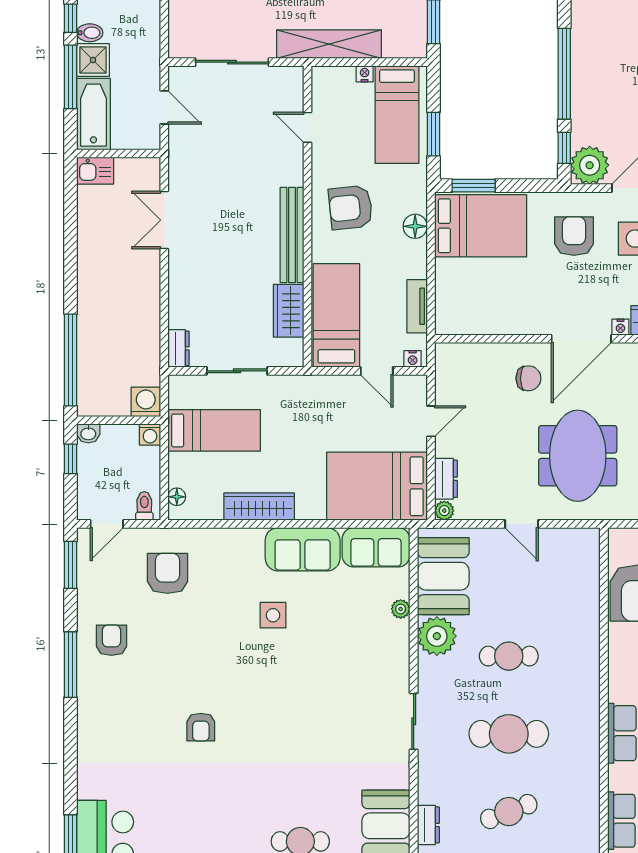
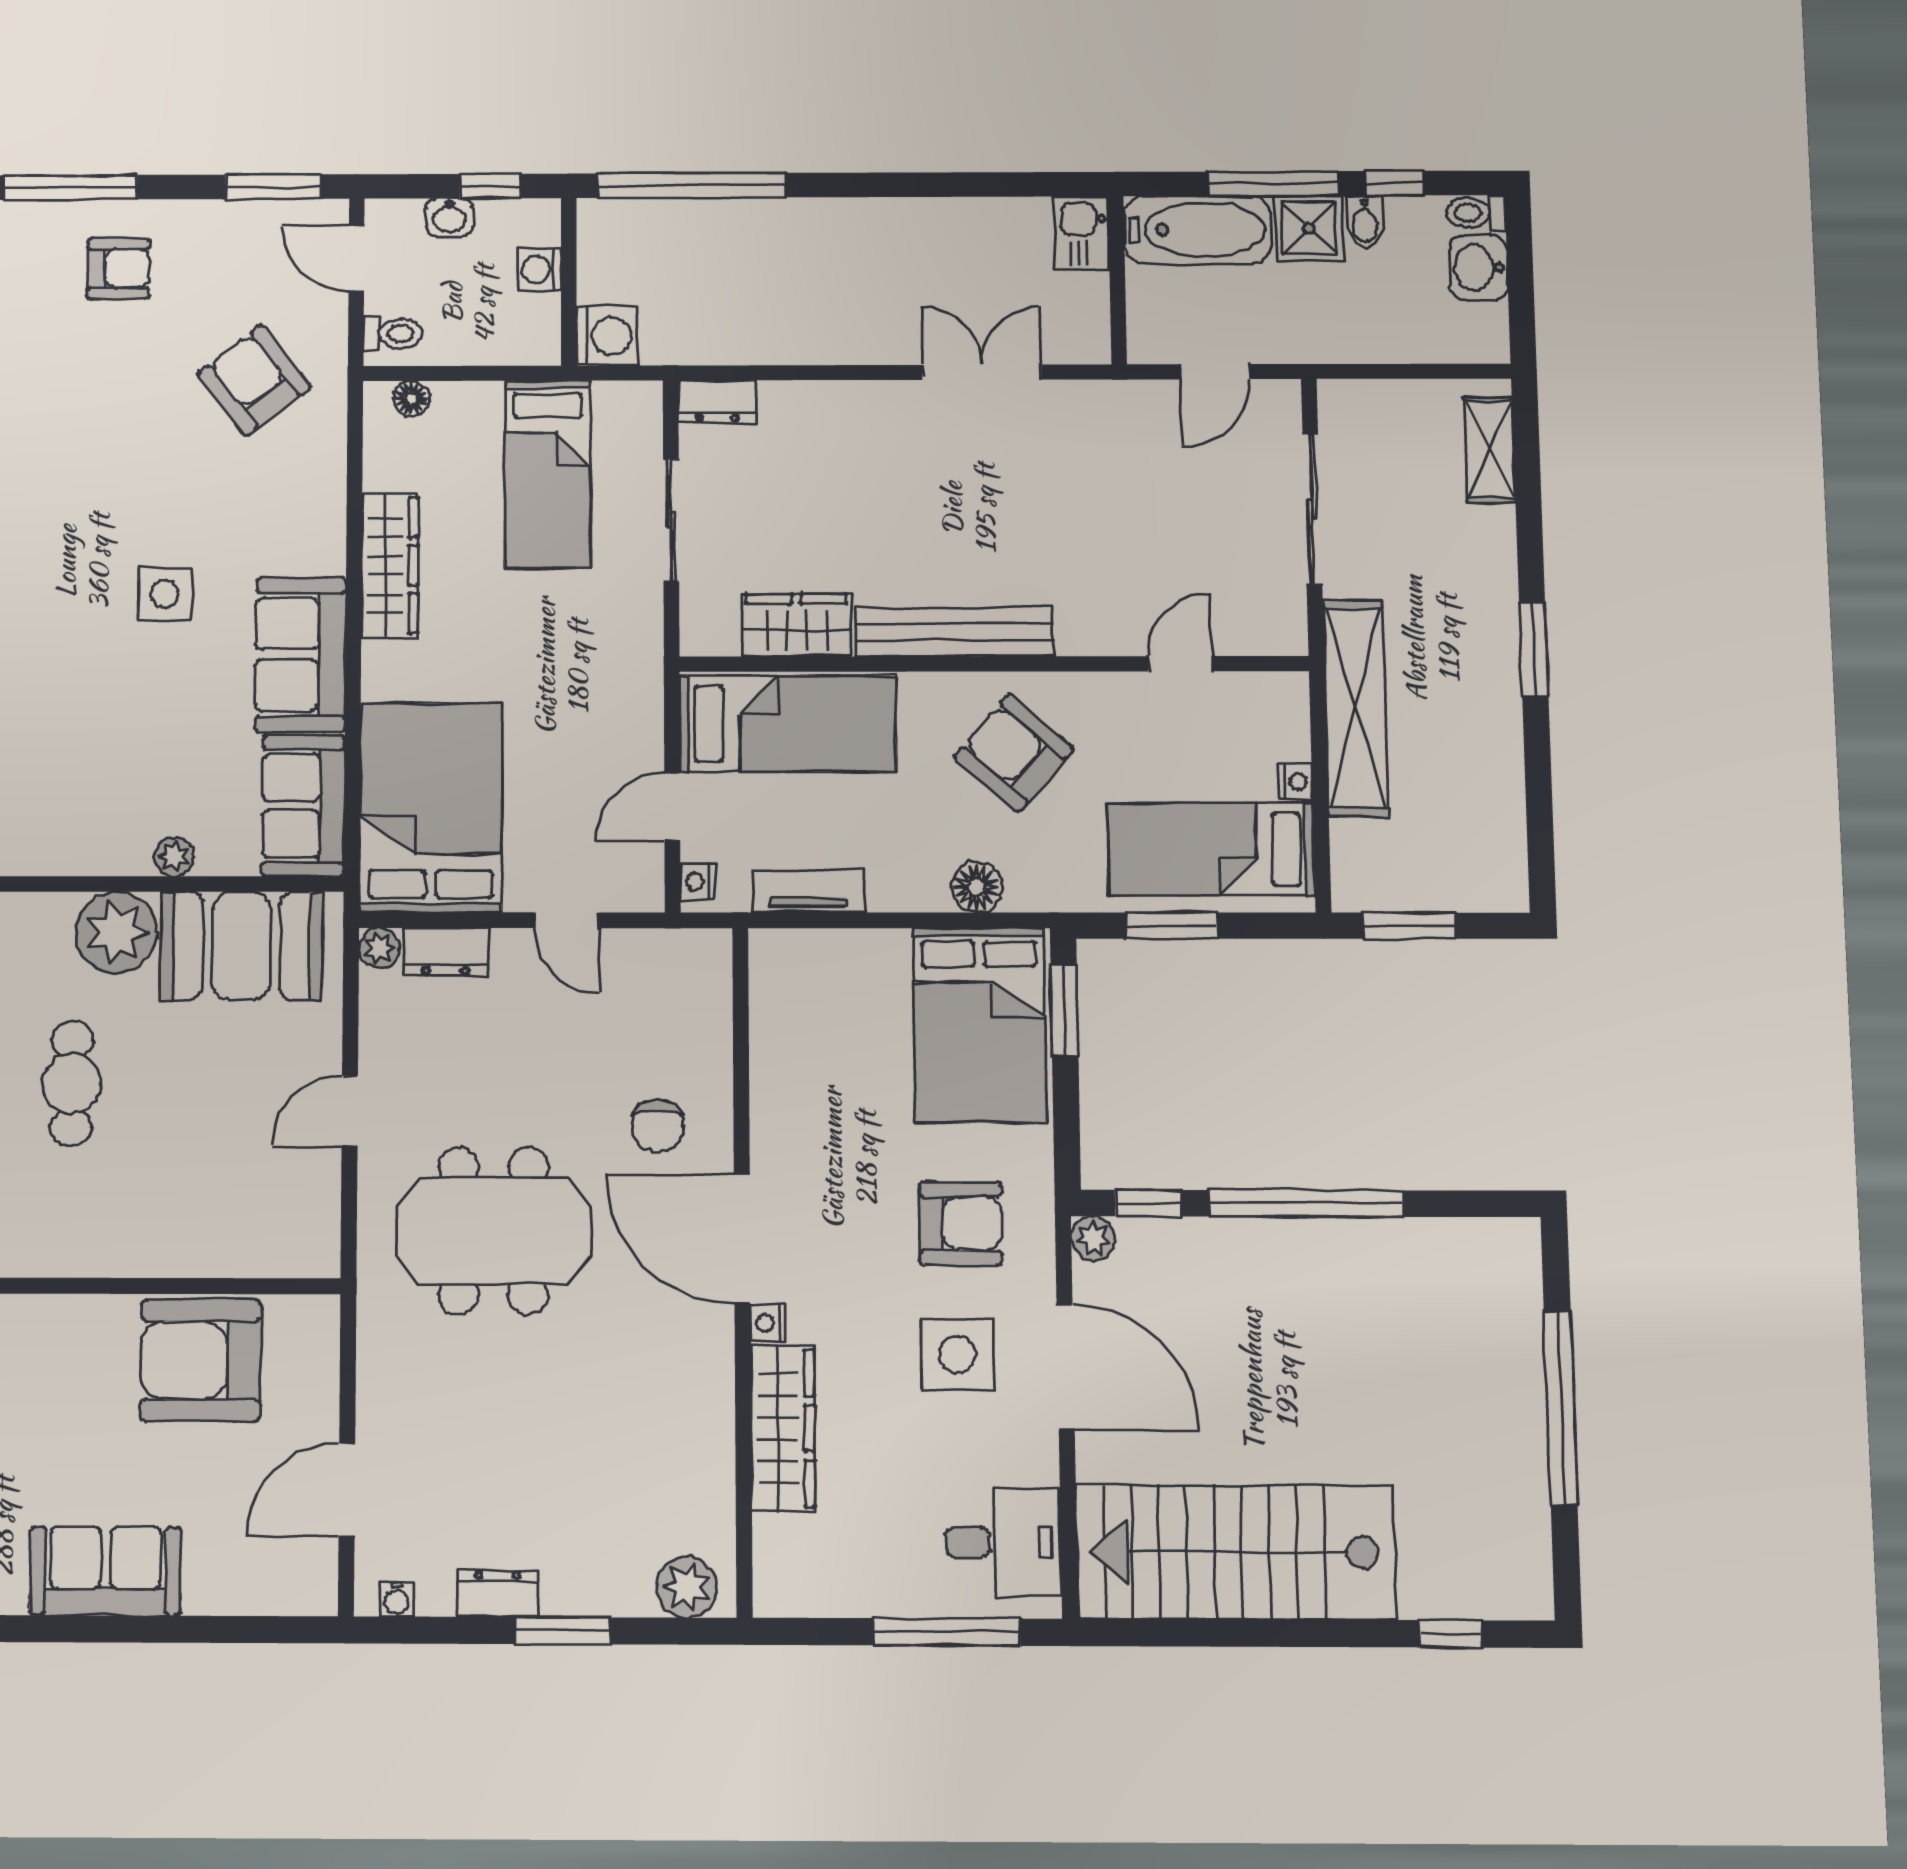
plant: (590, 165) -> (1093, 1238), width x0.53, depth x0.53
armchair: (351, 208) -> (1014, 753), turned -43
washbasin: (88, 433) -> (449, 217), moved, turned -90
washing machine: (150, 434) -> (540, 270), moved
armchair: (167, 573) -> (254, 380), turned -128

